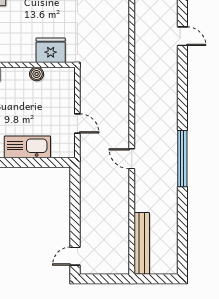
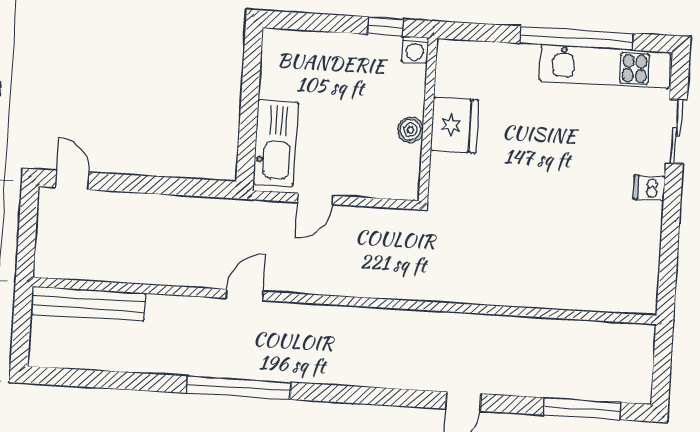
fridge: (51, 50) -> (454, 125), moved
kitchen sink: (27, 147) -> (276, 143), moved

